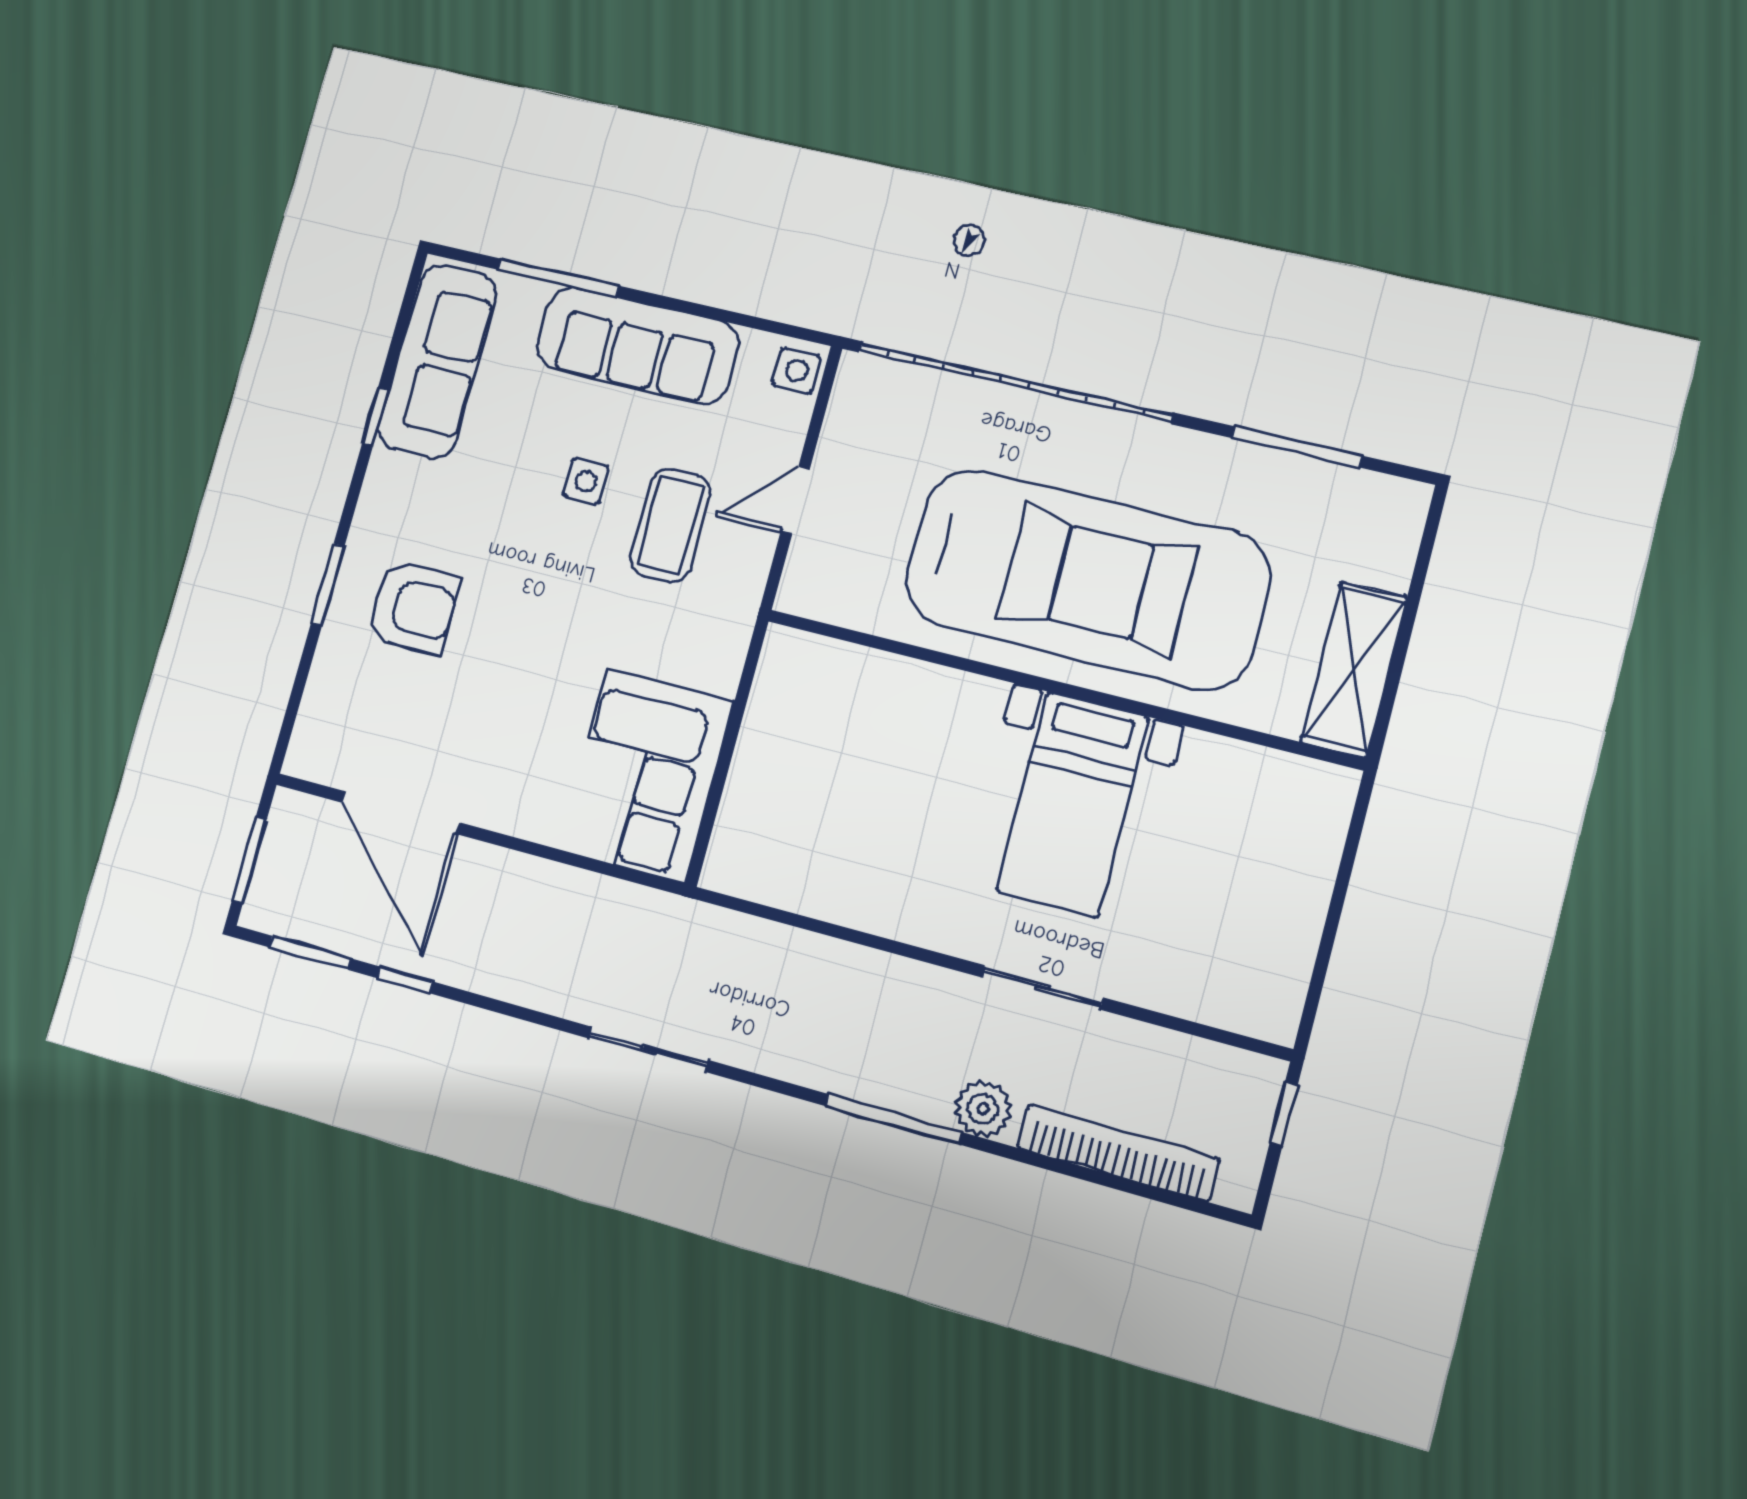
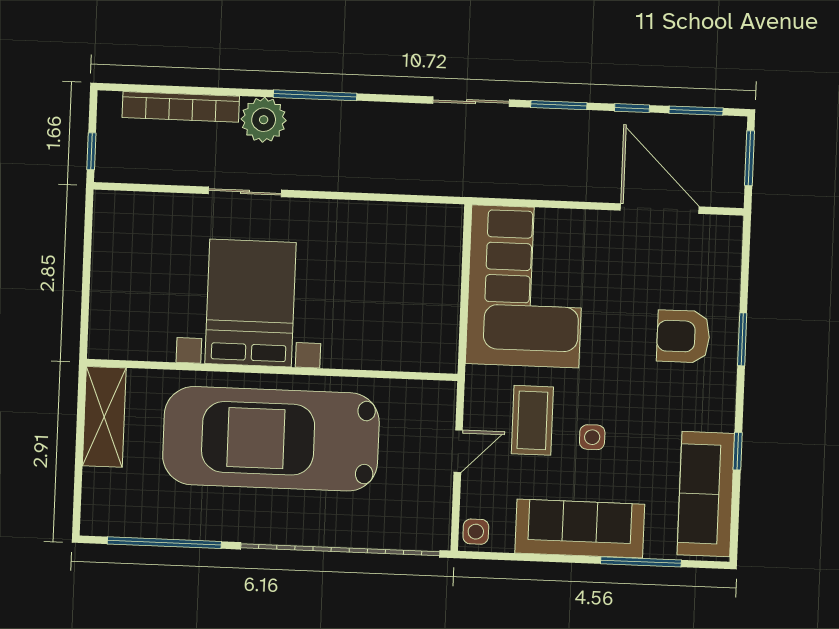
window: (1297, 447) -> (164, 543), width x1.46
corner sofa: (646, 775) -> (525, 286), width x1.36, depth x1.36
bed with nightstands: (1072, 804) -> (250, 303), width x1.36
window: (514, 1011) -> (559, 105), added
plant: (983, 1109) -> (264, 120), width x1.36, depth x1.36

